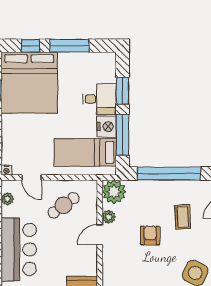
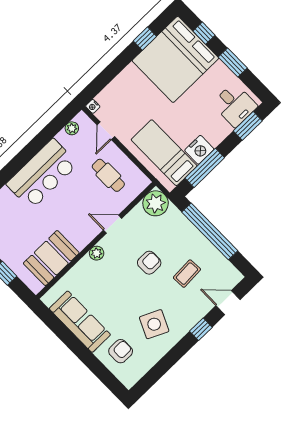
window: (69, 46) -> (233, 63), width x0.69
window: (123, 91) -> (248, 126), moved
desk: (99, 99) -> (235, 105), moved
cafe table: (64, 205) -> (108, 175), turned 36
plant: (109, 217) -> (97, 253), moved

